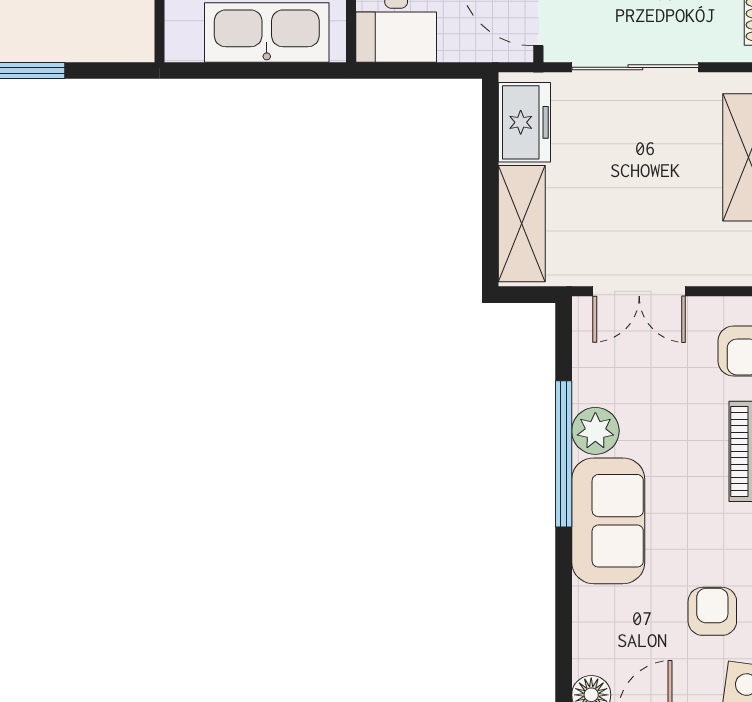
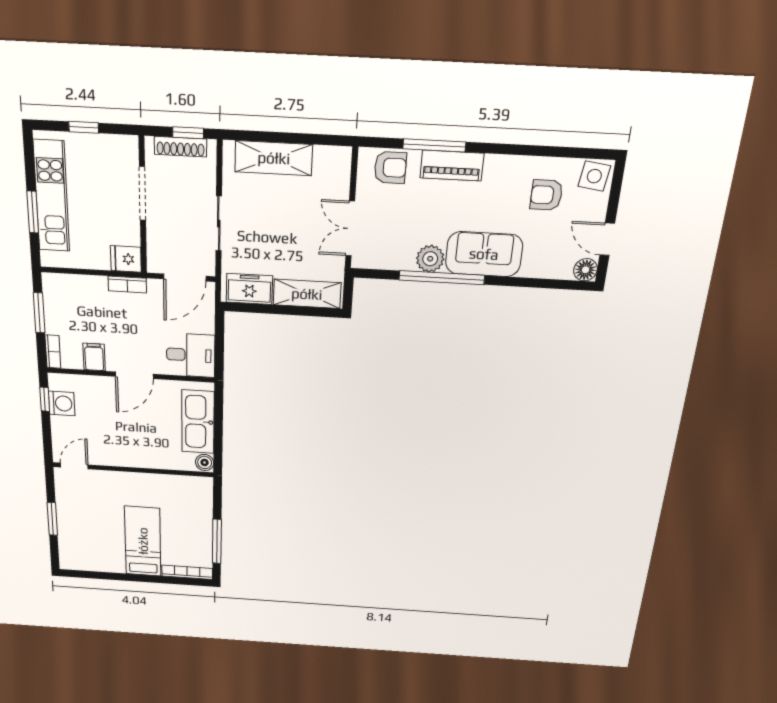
boiler: (184, 45) -> (205, 462), added
sliding door: (635, 67) -> (219, 224), width x0.73
double door: (639, 291) -> (350, 229), swing flipped

